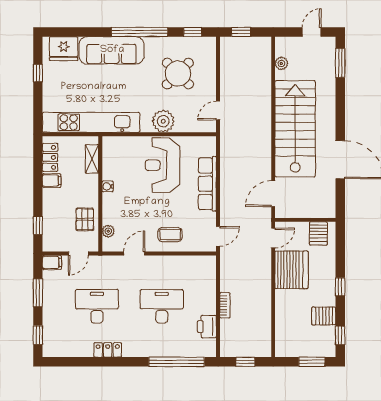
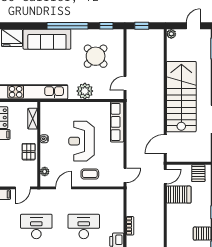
plant: (281, 63) -> (171, 34), moved
reception desk: (163, 165) -> (82, 141), moved
row of seats: (207, 184) -> (117, 122), moved
pallet: (85, 219) -> (29, 152), moved
server rack: (292, 270) -> (179, 195), width x0.62

